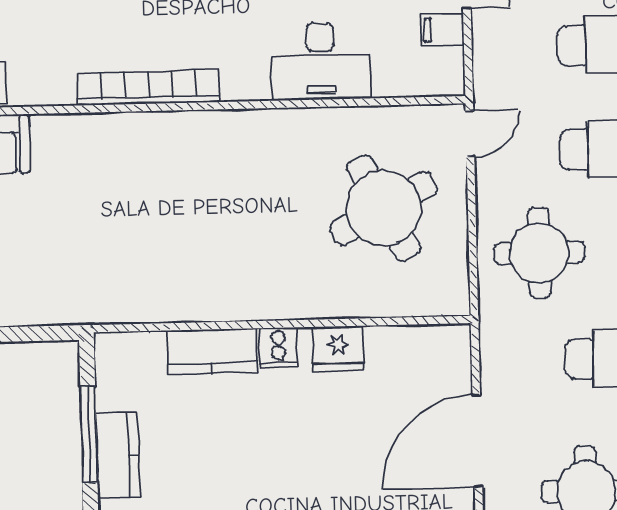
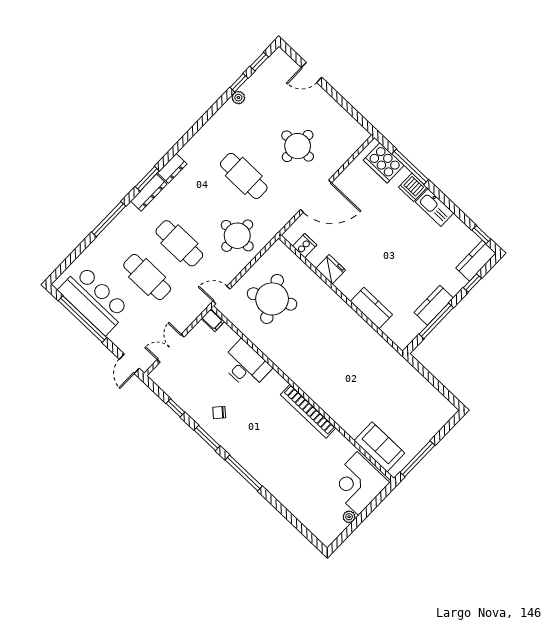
filing cabinet: (442, 30) -> (213, 320), moved
cooker: (278, 348) -> (305, 246), moved

